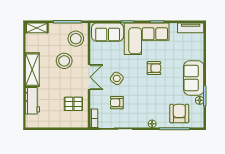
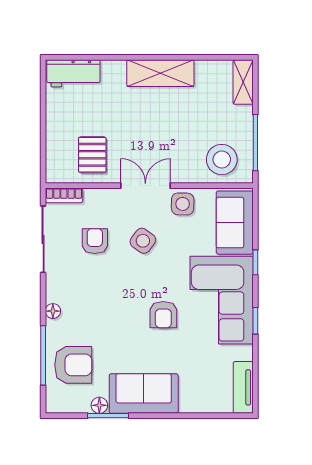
side table: (98, 58) -> (183, 204), added
stool: (64, 61) -> (178, 136), removed
double door: (89, 77) -> (145, 186), swing flipped
workbench: (32, 101) -> (73, 73), moved

